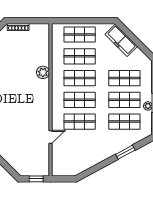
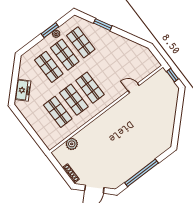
shop shelf: (80, 34) -> (42, 124), removed
freezer: (121, 40) -> (23, 90), width x0.71
plant: (43, 72) -> (72, 144), moved
shop shelf: (80, 122) -> (106, 75), removed

